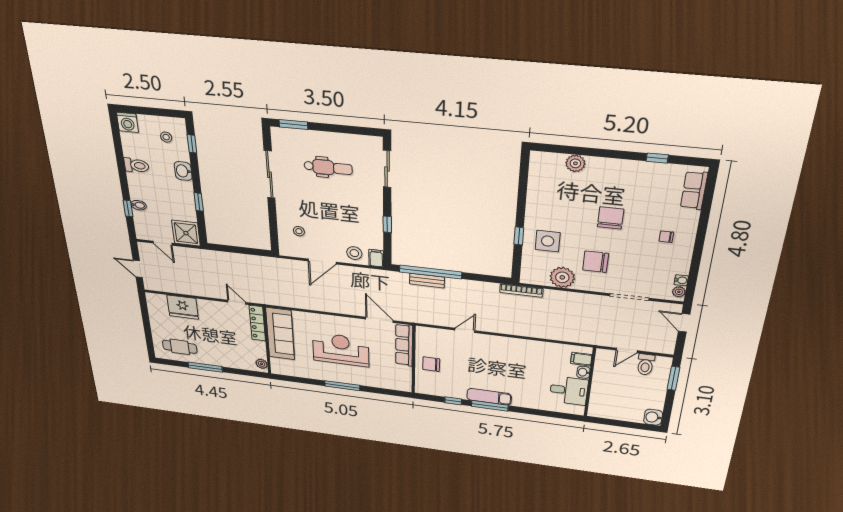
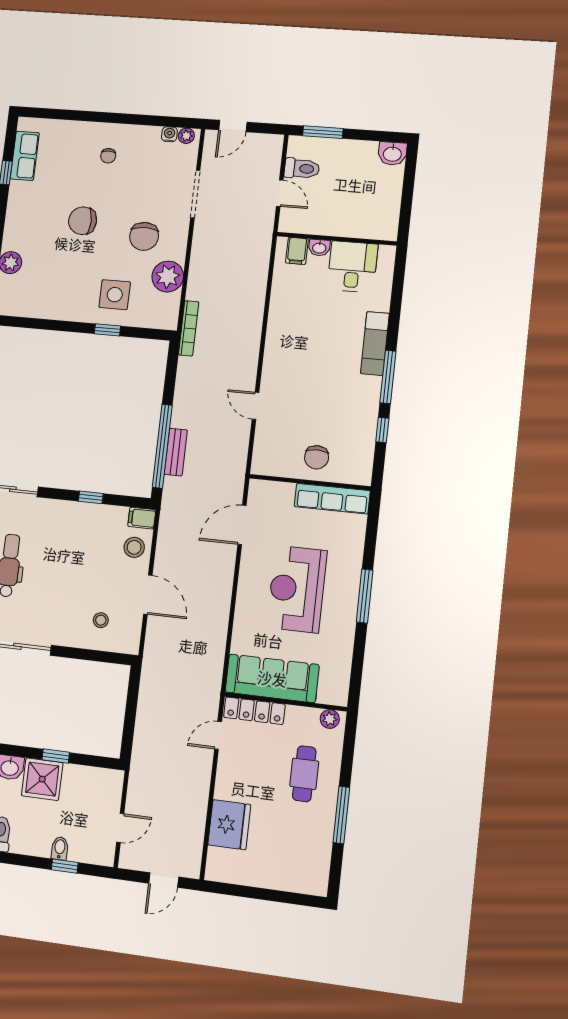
row of seats: (694, 190) -> (25, 156), moved, turned -90
shower: (186, 233) -> (42, 779), moved
row of seats: (404, 345) -> (332, 499), moved
cafe table: (180, 347) -> (304, 774), moved
exam couch: (489, 397) -> (375, 343), moved

